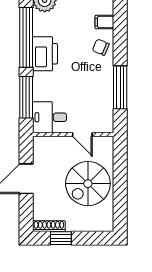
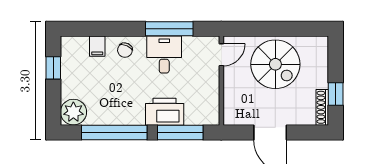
printer: (45, 54) -> (165, 112), moved
desk: (49, 117) -> (164, 55), moved, turned 180
door: (82, 135) -> (221, 55), moved

